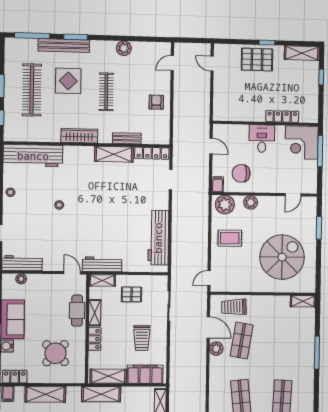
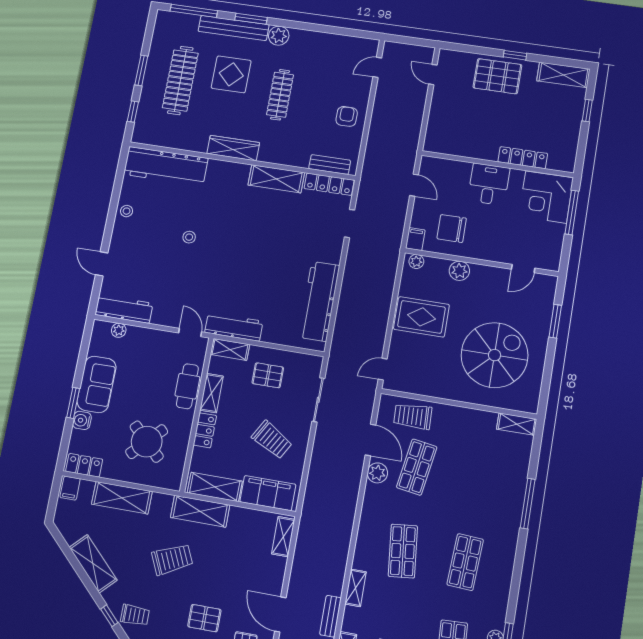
plant: (124, 48) -> (279, 36), moved
bench: (127, 138) -> (330, 165), moved
plant: (225, 205) -> (416, 261), width x0.53, depth x0.53
rug: (230, 238) -> (421, 317), width x1.36, depth x1.43
trolley: (142, 338) -> (272, 440), turned -60

